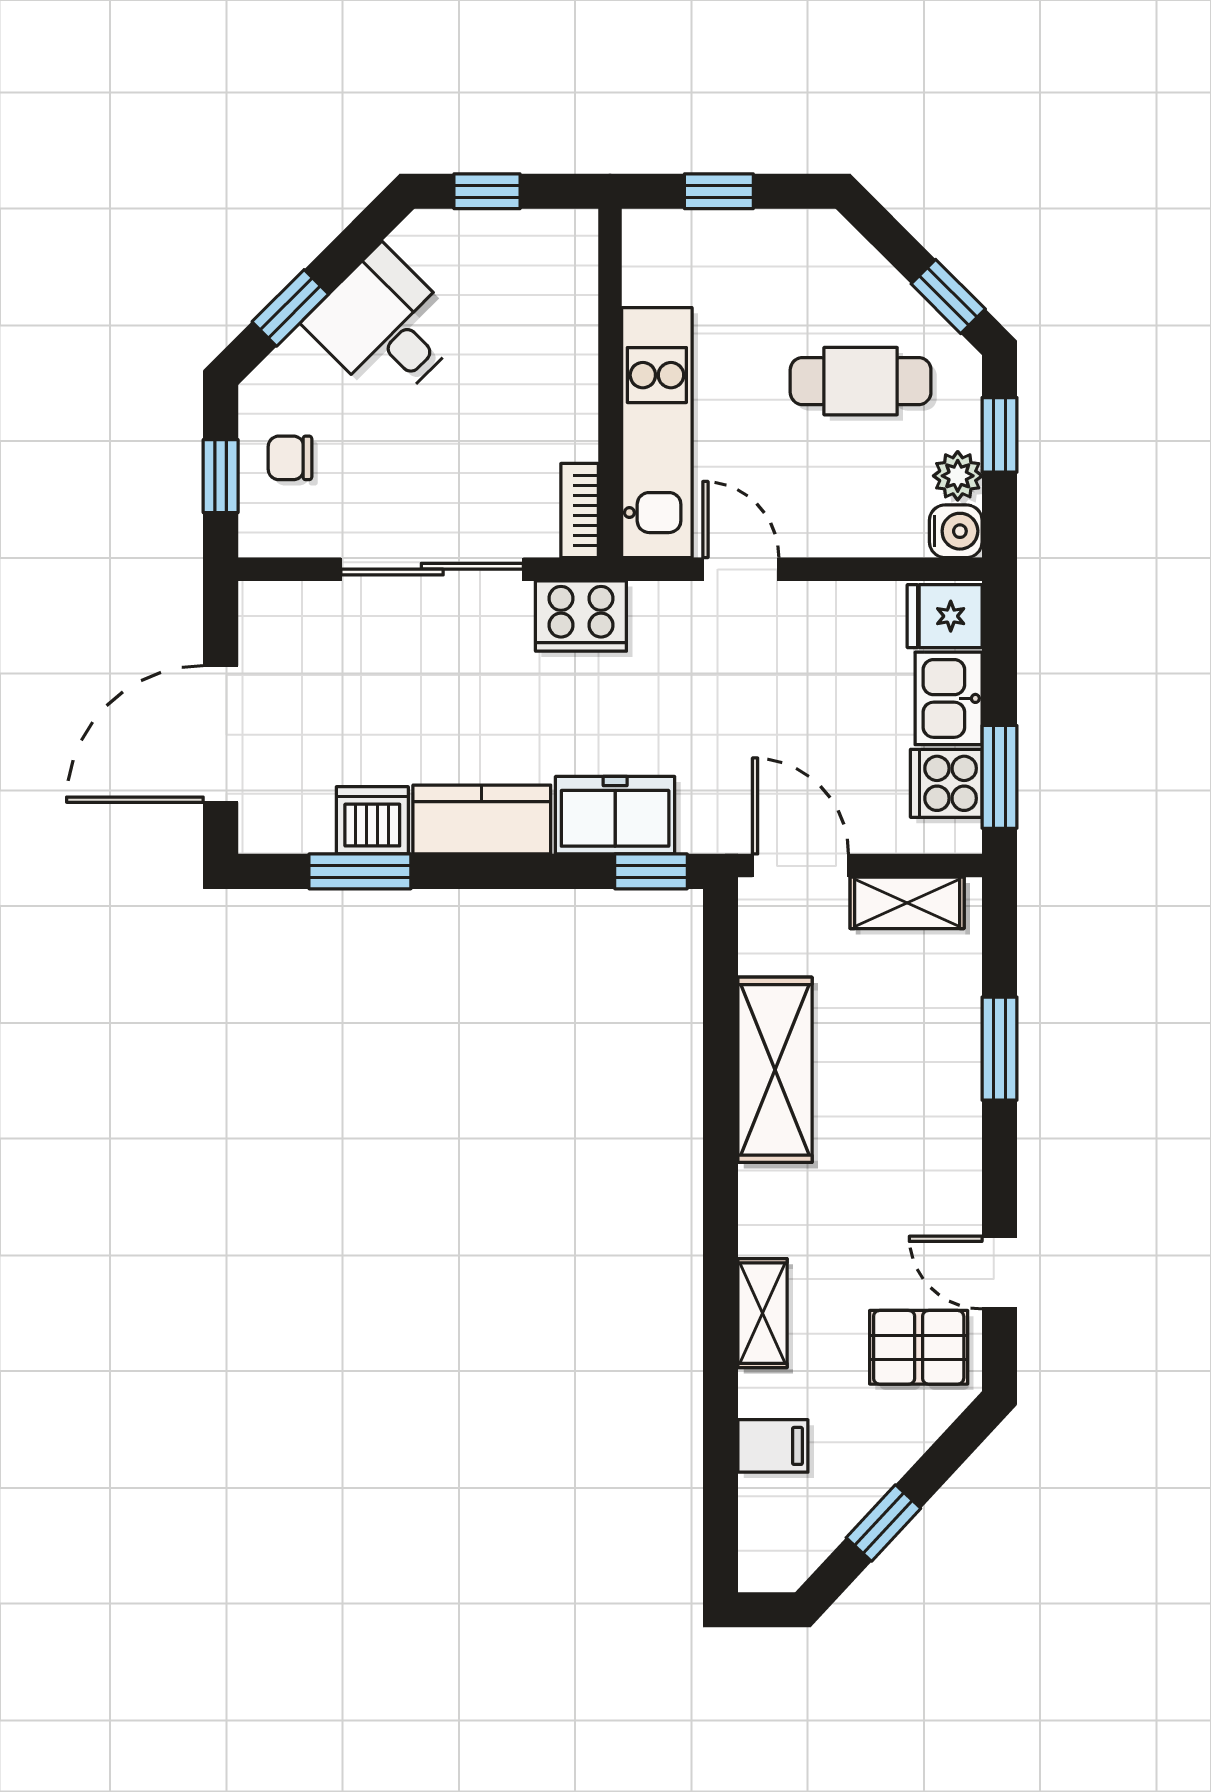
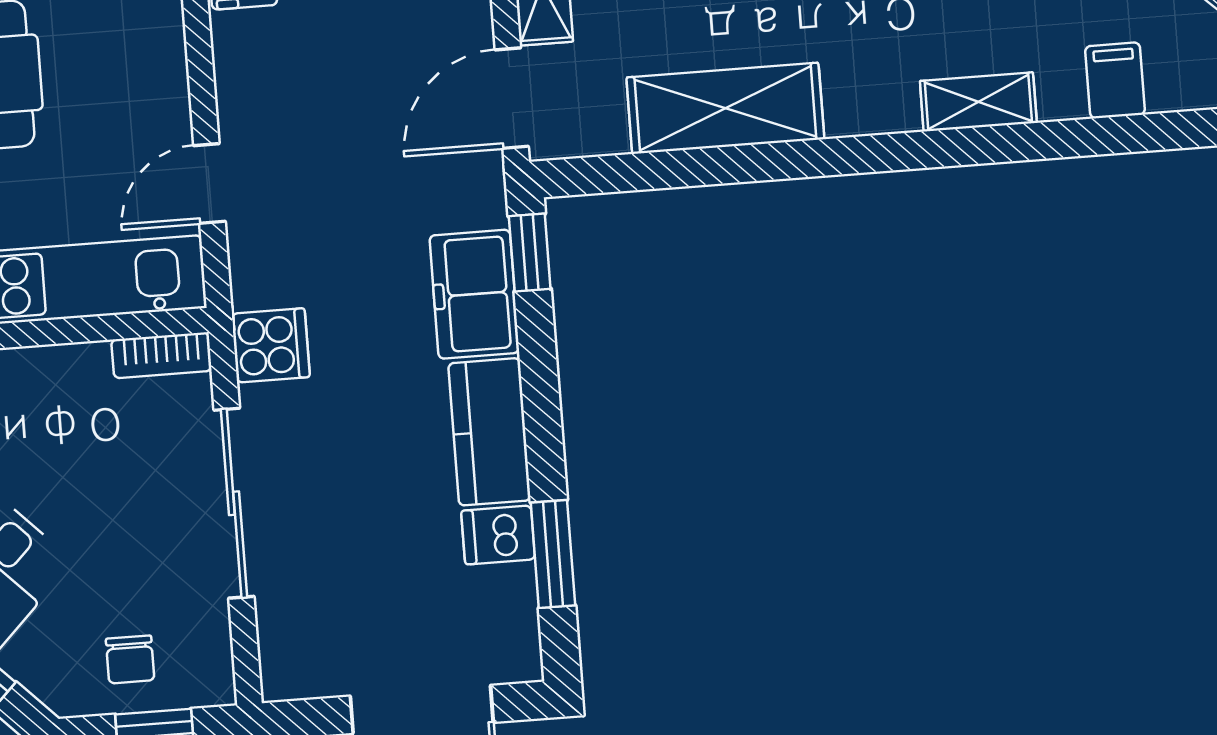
cooker: (581, 616) -> (271, 345), width x0.73
dishwasher: (372, 820) -> (498, 535), width x0.73

